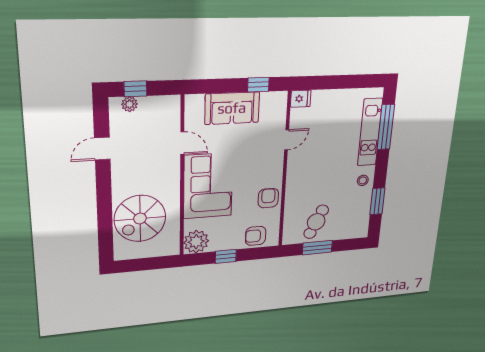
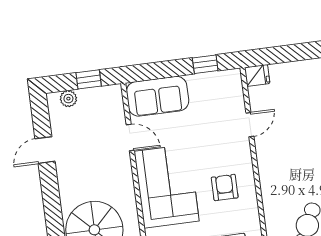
window: (135, 89) -> (89, 79), moved
sofa: (232, 108) -> (158, 96), moved
armchair: (268, 198) -> (225, 188), moved

